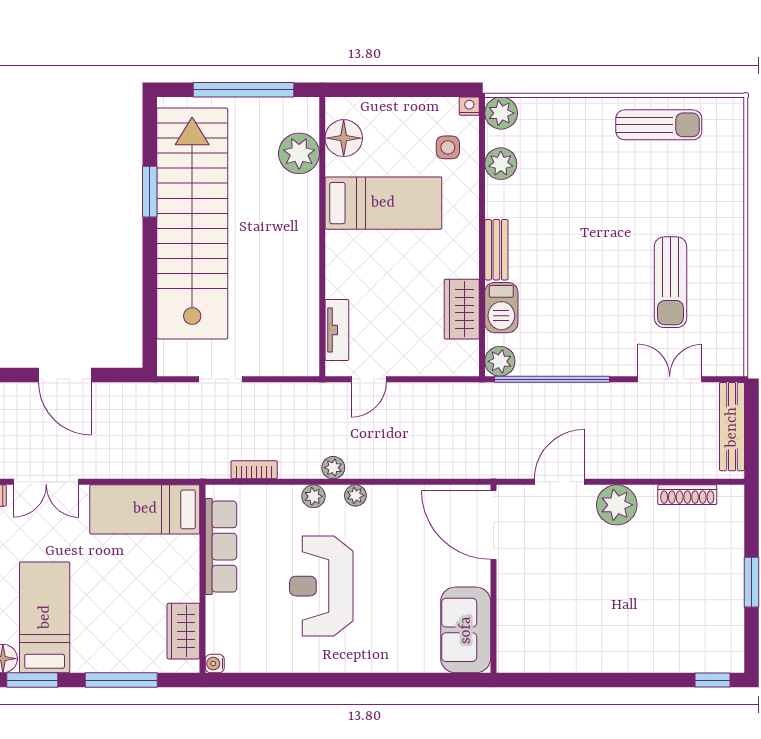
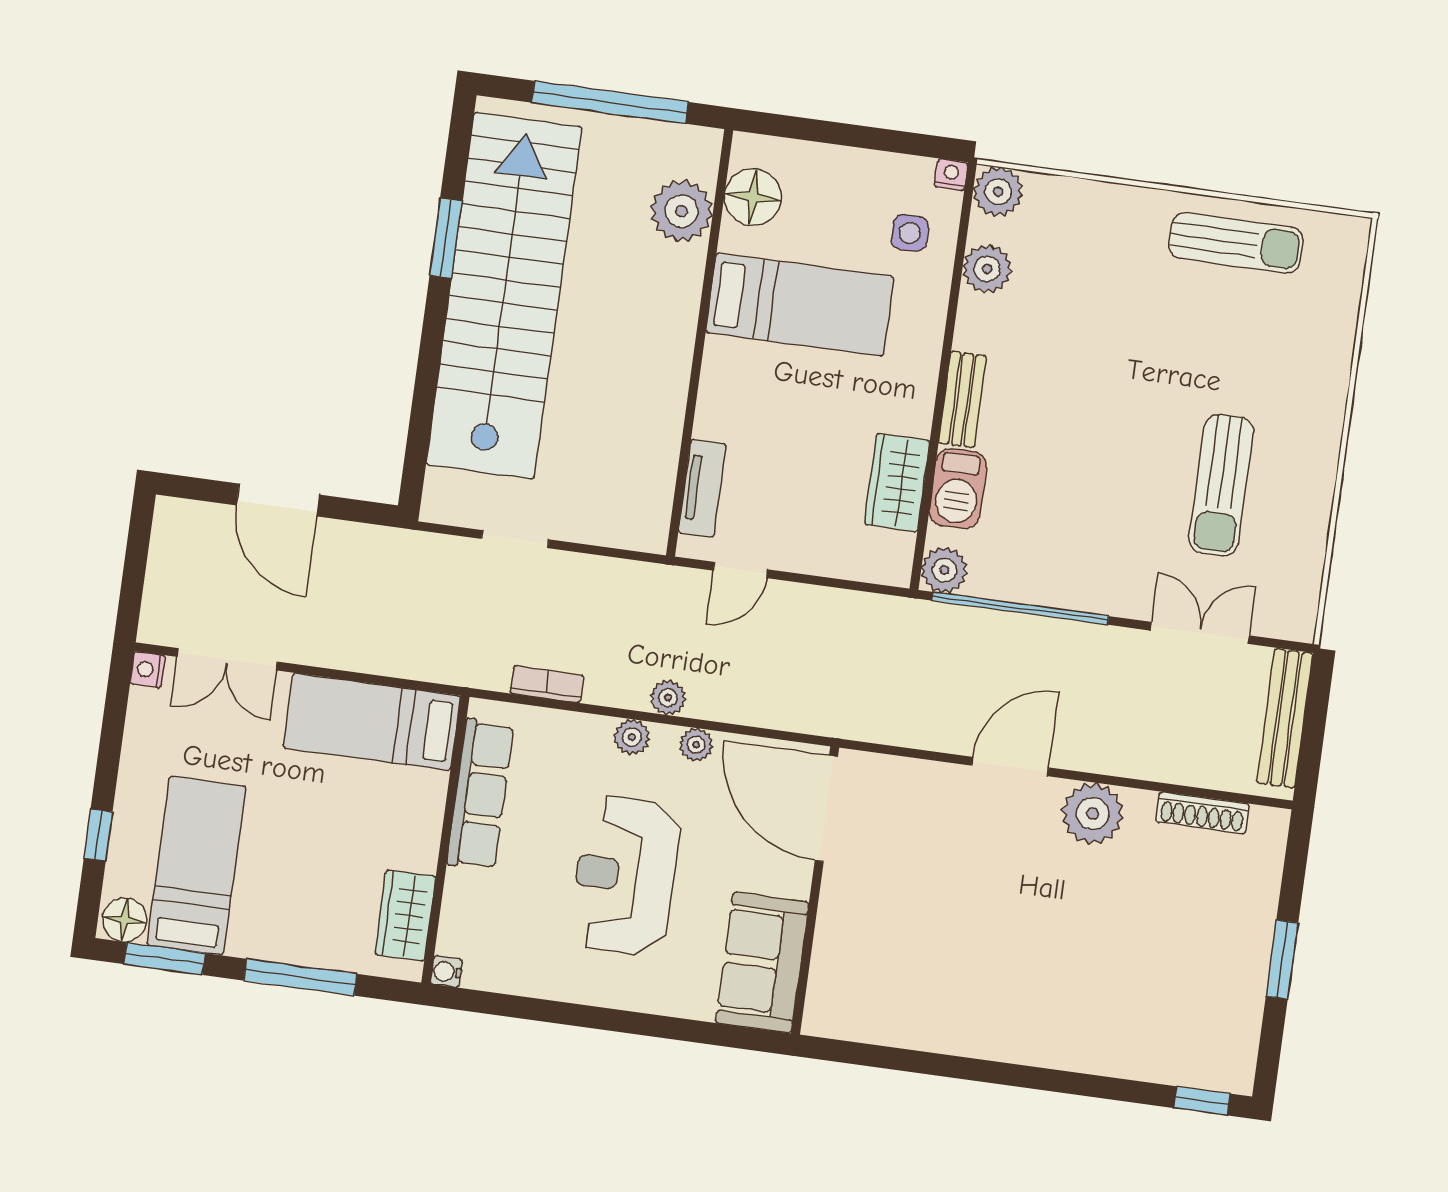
door: (493, 525) -> (826, 808), moved
wall: (493, 579) -> (815, 890), moved
sofa: (466, 630) -> (762, 963), moved

